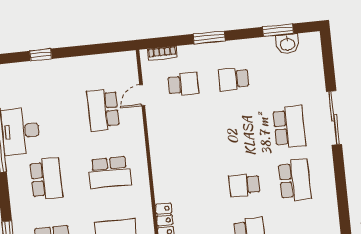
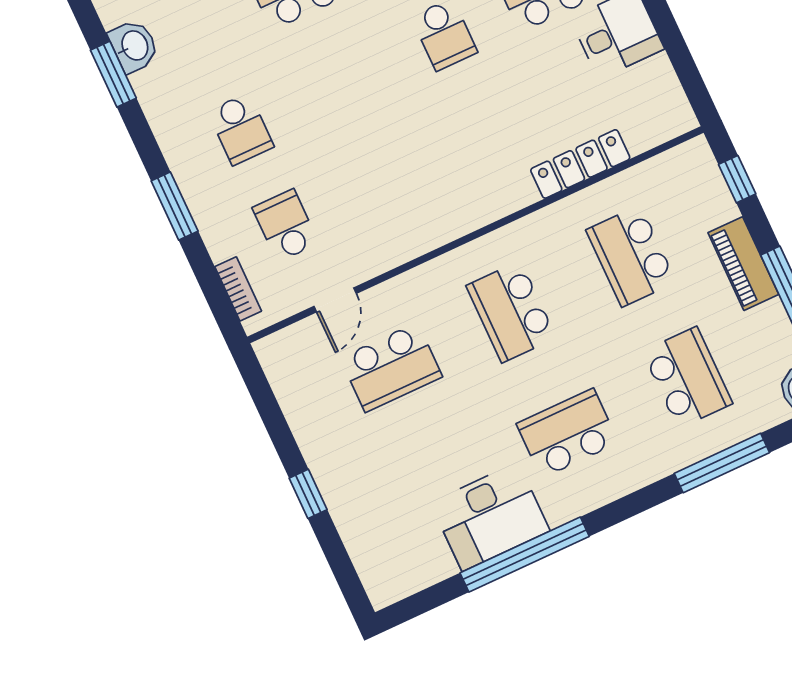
window: (41, 55) -> (308, 494), moved
door: (142, 95) -> (335, 300), hinge flipped
school desk: (110, 172) -> (511, 312), turned 180

